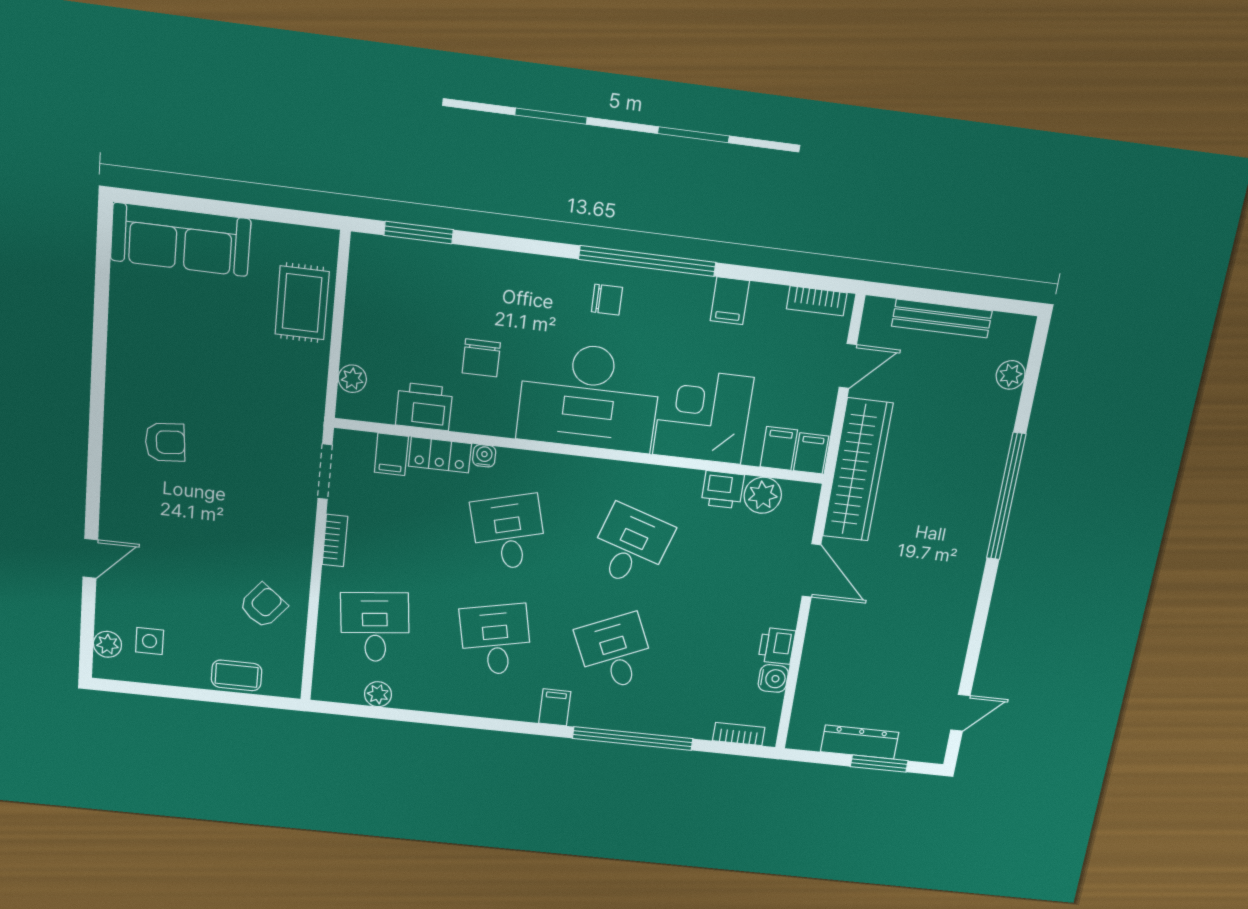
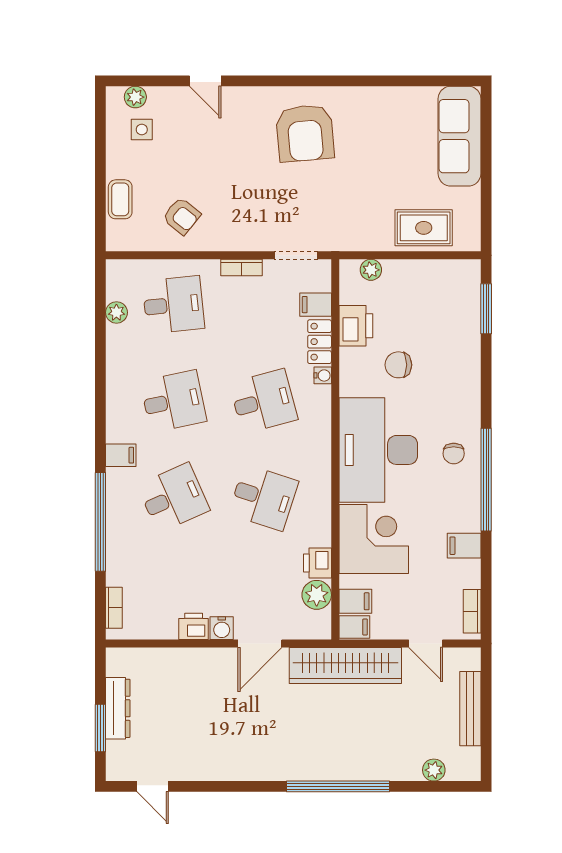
armchair: (165, 442) -> (305, 133), width x1.88, depth x1.88
water cooler: (773, 678) -> (222, 628), moved

